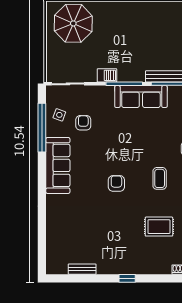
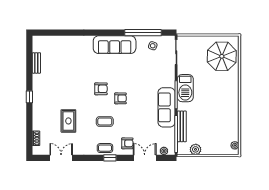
barbecue: (107, 75) -> (185, 88), width x1.88, depth x1.53
armchair: (83, 123) -> (121, 98), moved

